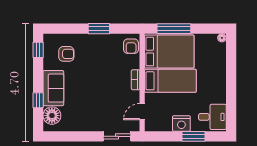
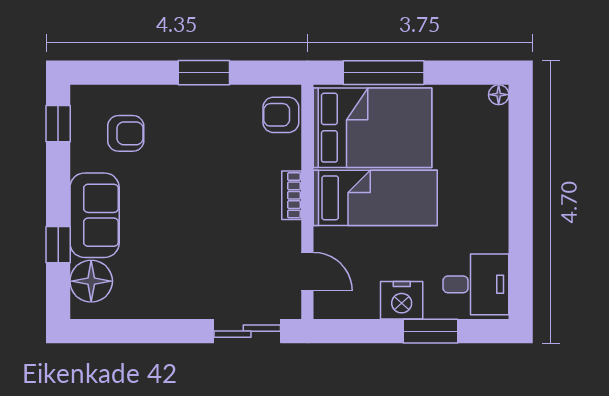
armchair: (131, 46) -> (281, 115), turned 90
door: (142, 112) -> (307, 272), swing flipped

